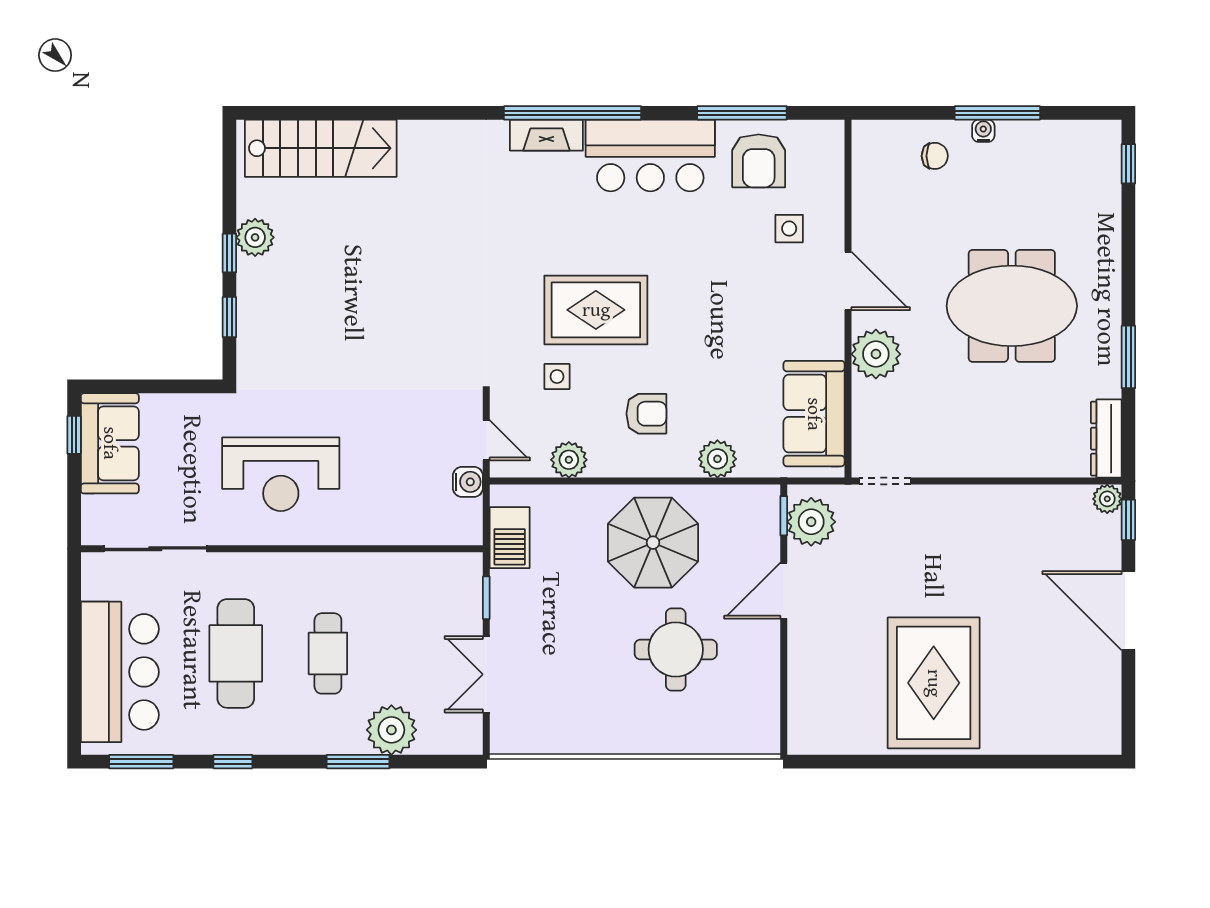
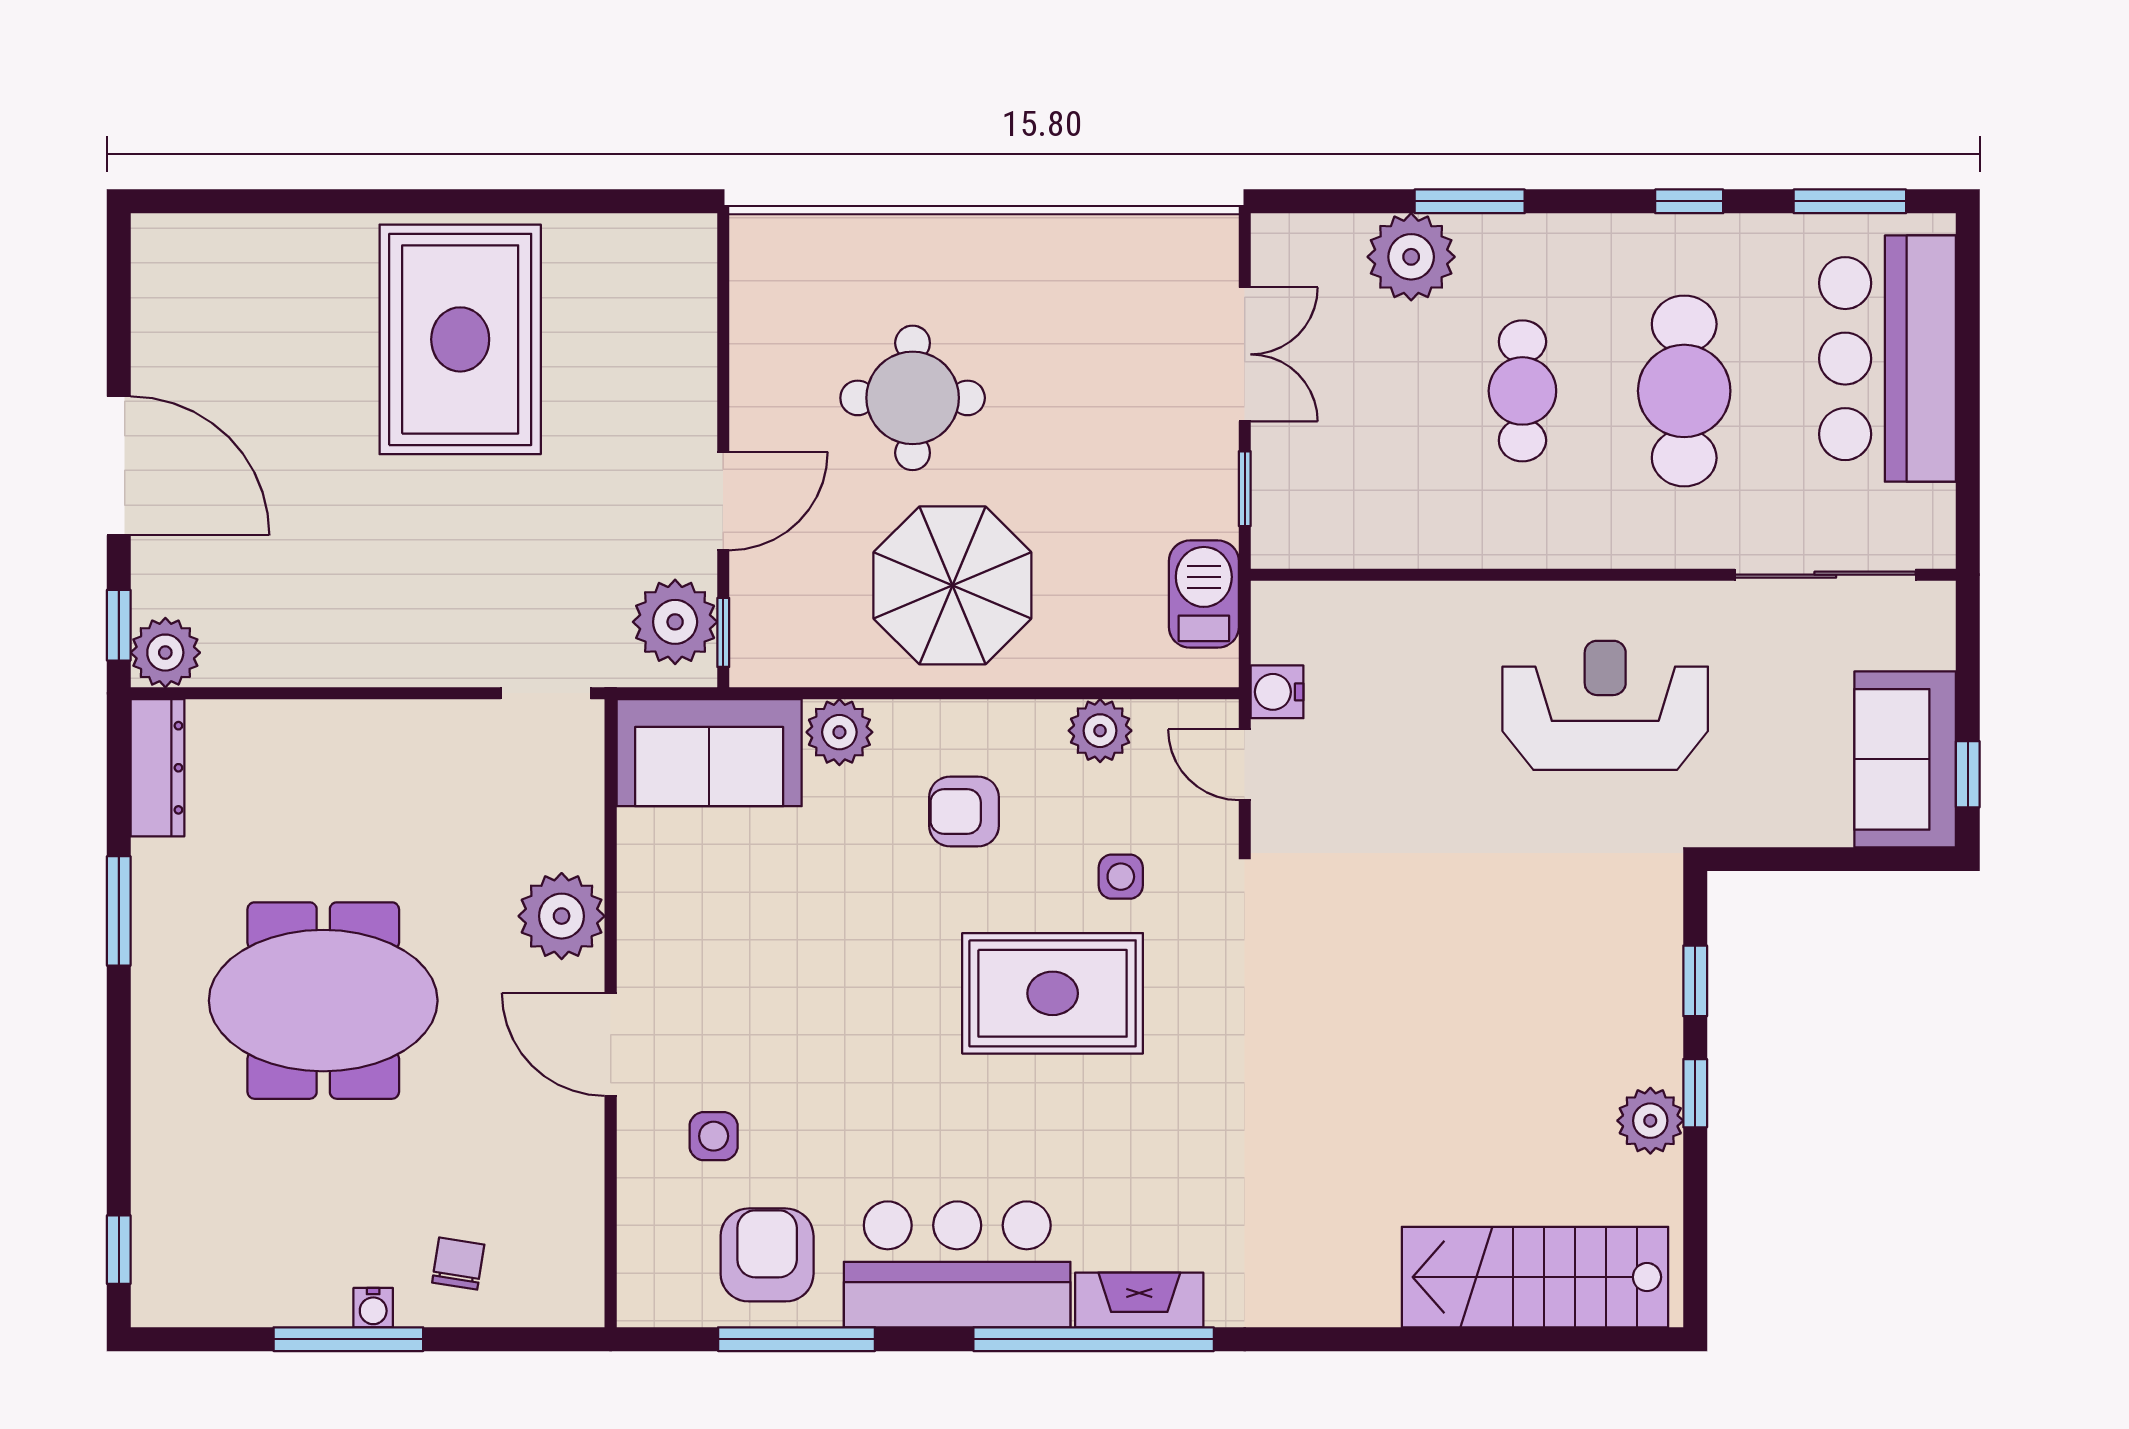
chair: (935, 156) -> (458, 1264), turned 99
sofa: (814, 414) -> (709, 753), moved, turned 90
plant: (1107, 499) -> (165, 653), width x1.38, depth x1.38

